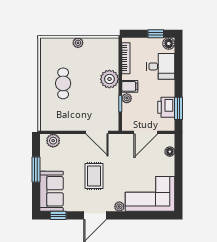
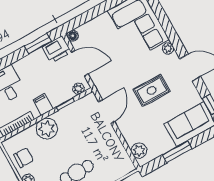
chair: (97, 49) -> (24, 158), added
plant: (127, 98) -> (78, 89), moved
printer: (166, 107) -> (57, 49), moved
floor lamp: (170, 152) -> (73, 36), moved

